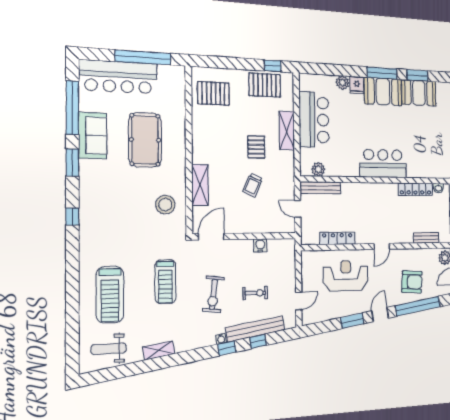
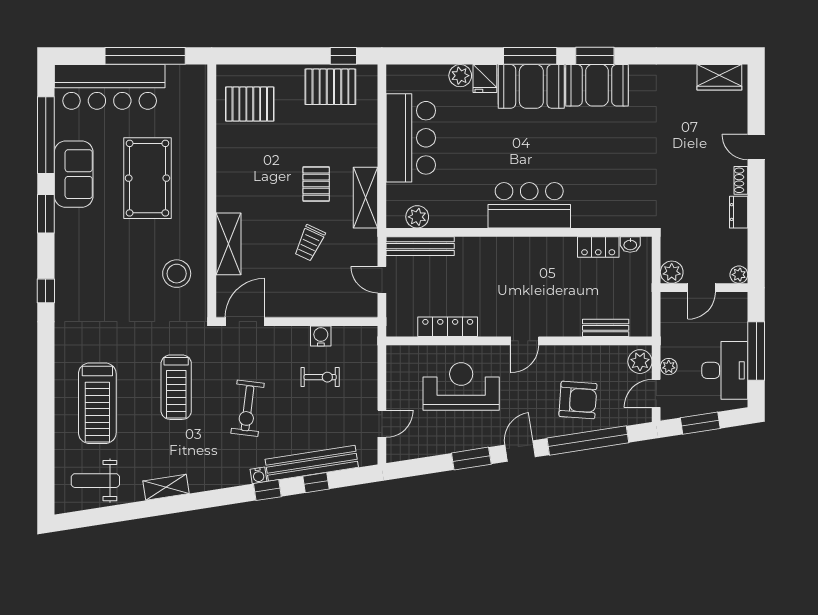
shelving: (287, 131) -> (365, 198), moved
locker: (415, 189) -> (598, 247), width x0.66
exercise bike: (255, 293) -> (320, 377), moved

